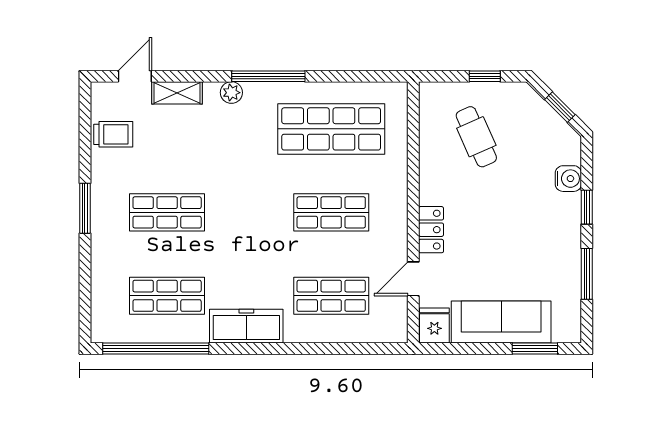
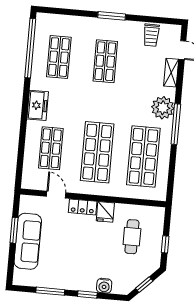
plant: (231, 93) -> (163, 108), width x1.88, depth x1.88
cafe table: (476, 137) -> (132, 237), turned -66
shop shelf: (331, 212) -> (97, 152), width x1.43, depth x1.36
freezer: (246, 326) -> (38, 105), width x0.71
fridge: (434, 326) -> (105, 212), moved, turned 90
window: (535, 348) -> (14, 230), moved

